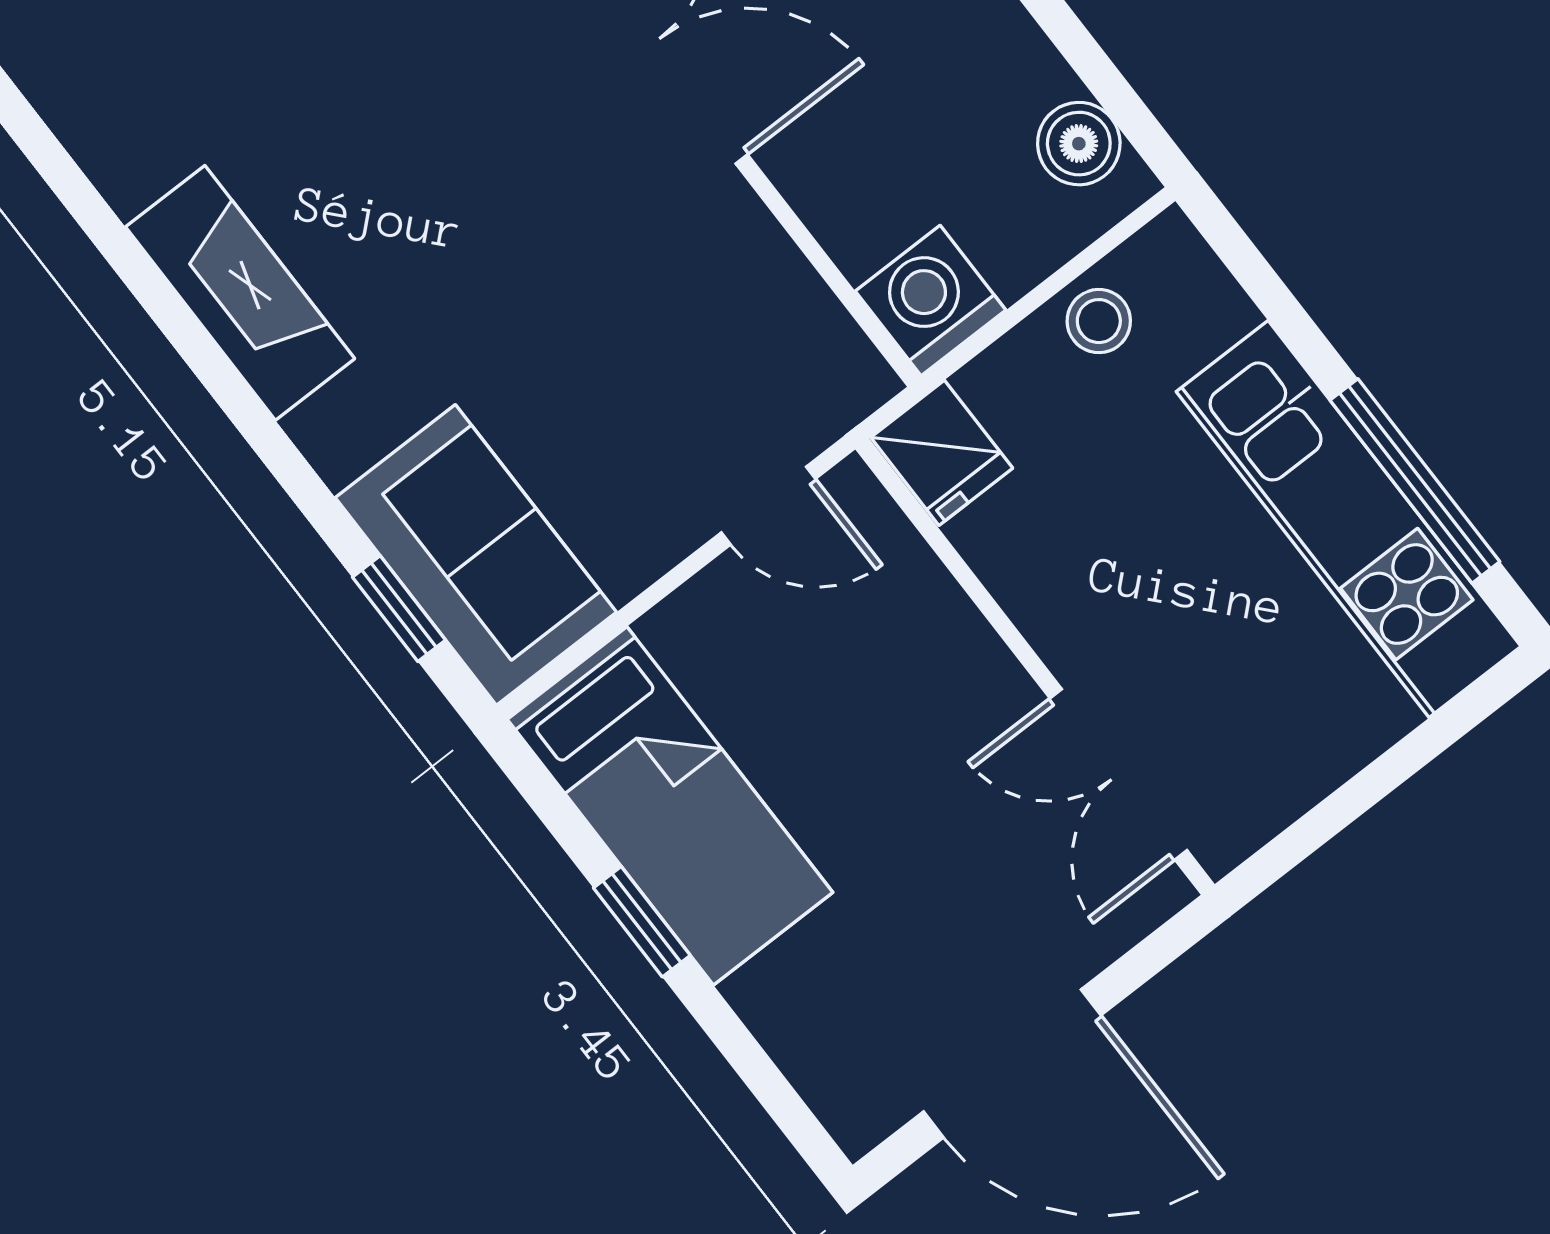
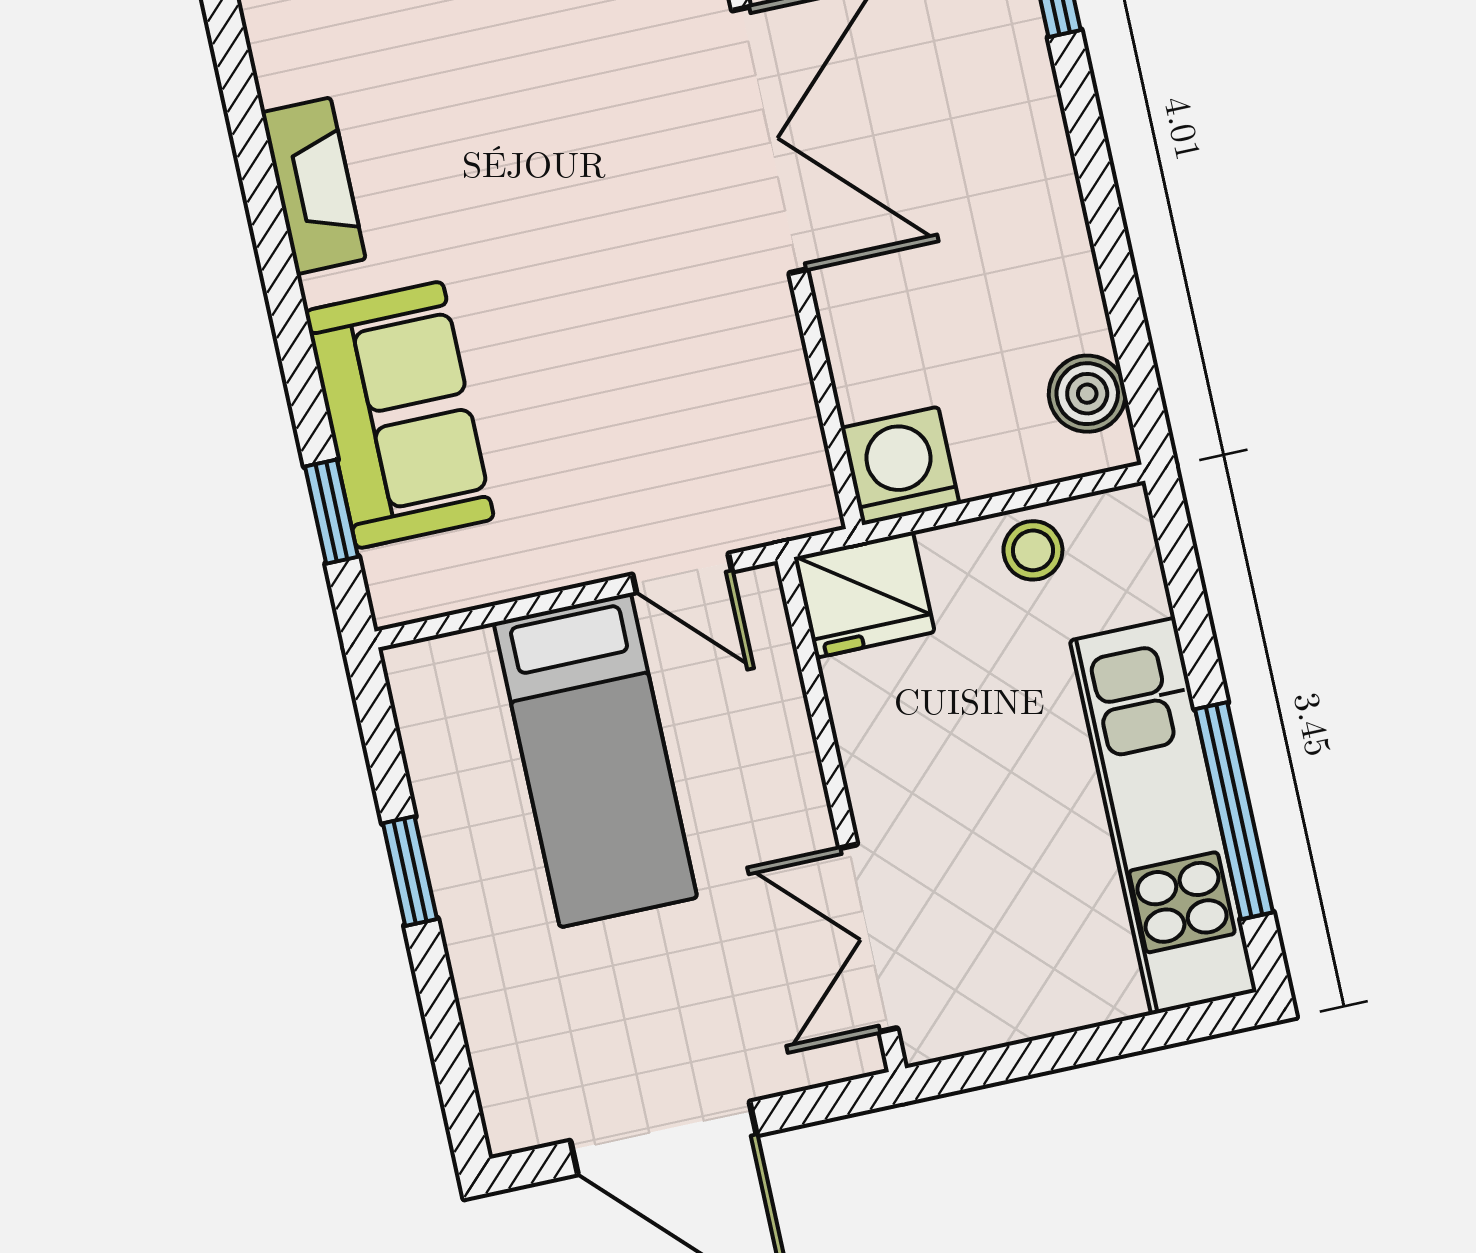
fireplace: (240, 293) -> (314, 186), width x0.73, depth x0.76
fridge: (942, 453) -> (865, 594), width x1.38
sofa: (476, 555) -> (399, 415), moved
bed: (670, 806) -> (595, 760), moved

